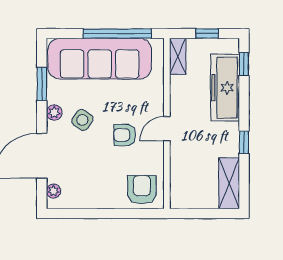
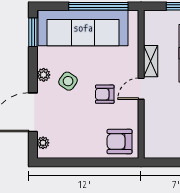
shelving: (178, 56) -> (151, 61), moved
window: (42, 84) -> (33, 32), moved
armchair: (142, 190) -> (120, 142), turned -90

